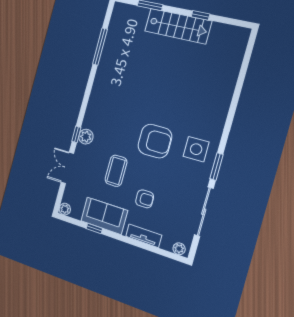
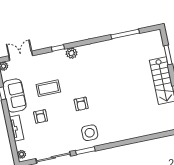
plant: (86, 137) -> (72, 53), moved
armchair: (155, 141) -> (81, 104), width x0.53, depth x0.53
double door: (67, 168) -> (21, 56), moved

